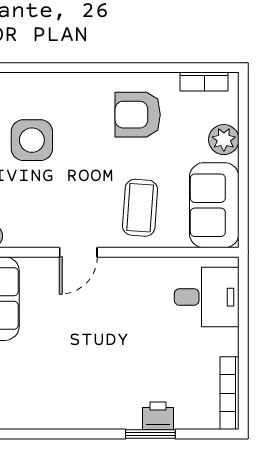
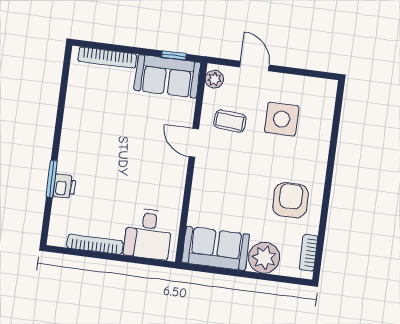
plant: (224, 140) -> (264, 258), width x1.36, depth x1.36
coffee table: (140, 208) -> (230, 121), moved, width x0.73, depth x0.77
bookcase: (230, 393) -> (95, 244), moved

